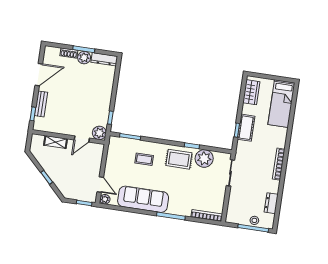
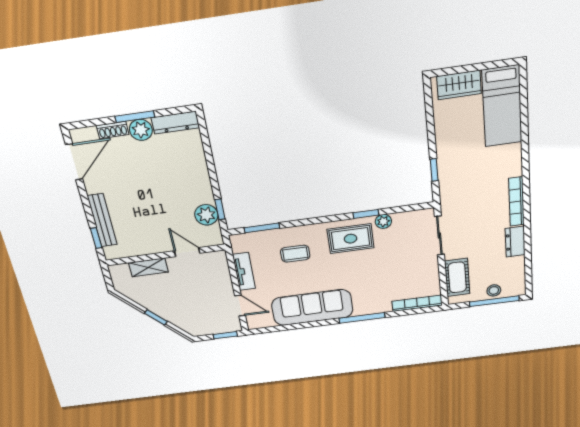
door: (39, 75) -> (74, 162), moved
wardrobe: (251, 92) -> (459, 85), moved, turned 90
bench: (41, 104) -> (102, 220), width x1.36
cot: (246, 128) -> (457, 277), moved
plant: (99, 133) -> (206, 215), moved
door: (82, 139) -> (187, 252), swing flipped
plant: (204, 158) -> (383, 221), width x0.53, depth x0.53
tv unit: (110, 162) -> (244, 271), added
plant: (105, 199) -> (254, 323), removed
dresser: (271, 203) -> (515, 242), moved

